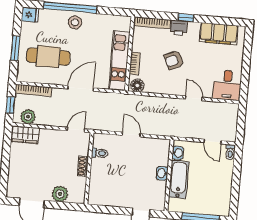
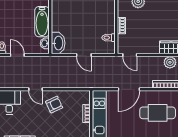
armchair: (174, 60) -> (54, 105), moved
floor lamp: (137, 85) -> (83, 96), removed
door: (76, 130) -> (130, 55), hinge flipped
washbasin: (162, 173) -> (58, 43), moved, width x1.91, depth x1.45

